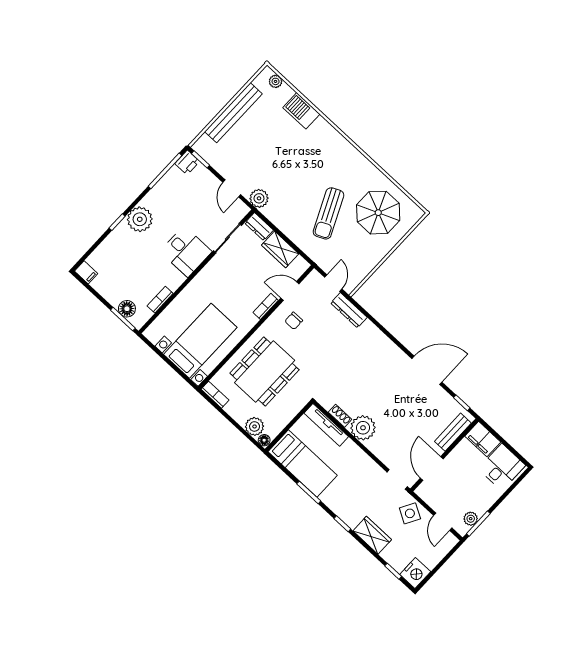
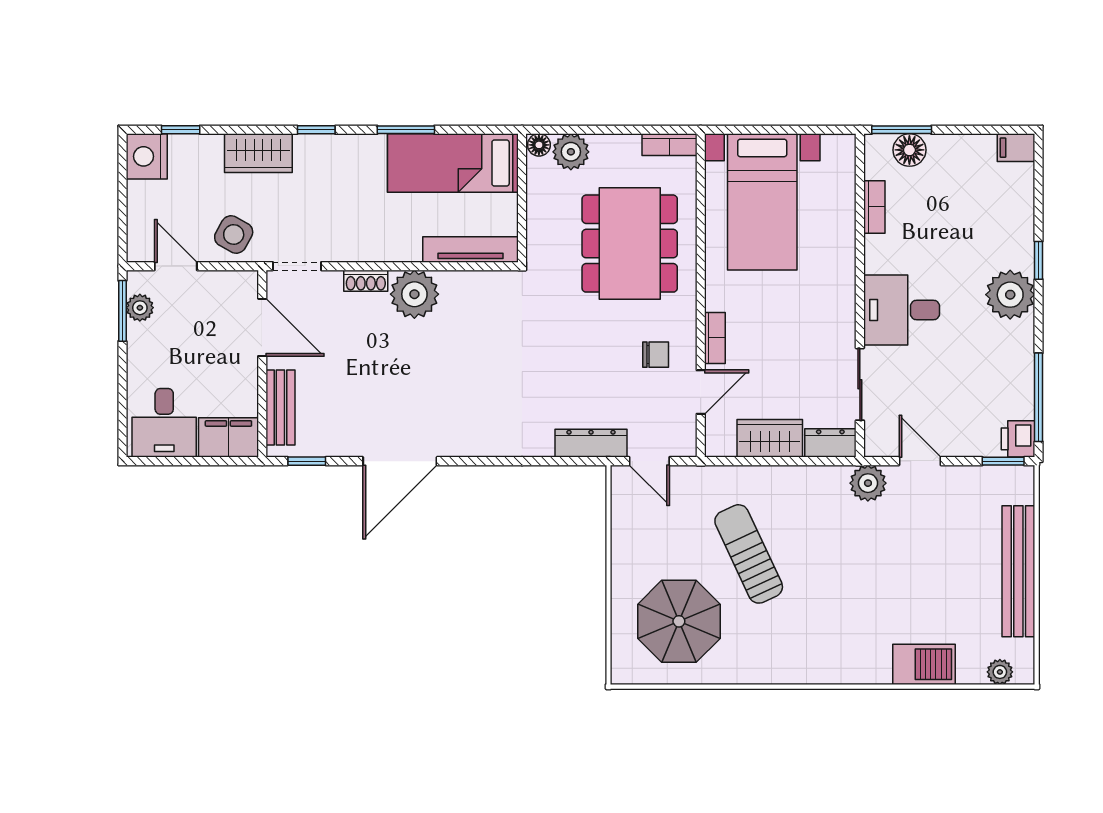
chair: (294, 321) -> (656, 355), turned 90
shoe rack: (340, 416) -> (366, 281), moved

